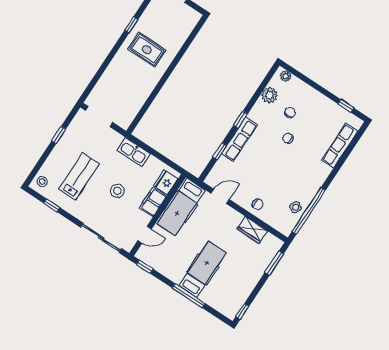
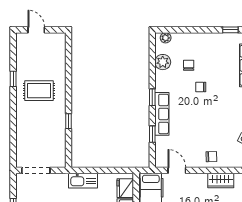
window: (155, 93) -> (69, 121), added
door: (220, 196) -> (177, 170), hinge flipped

